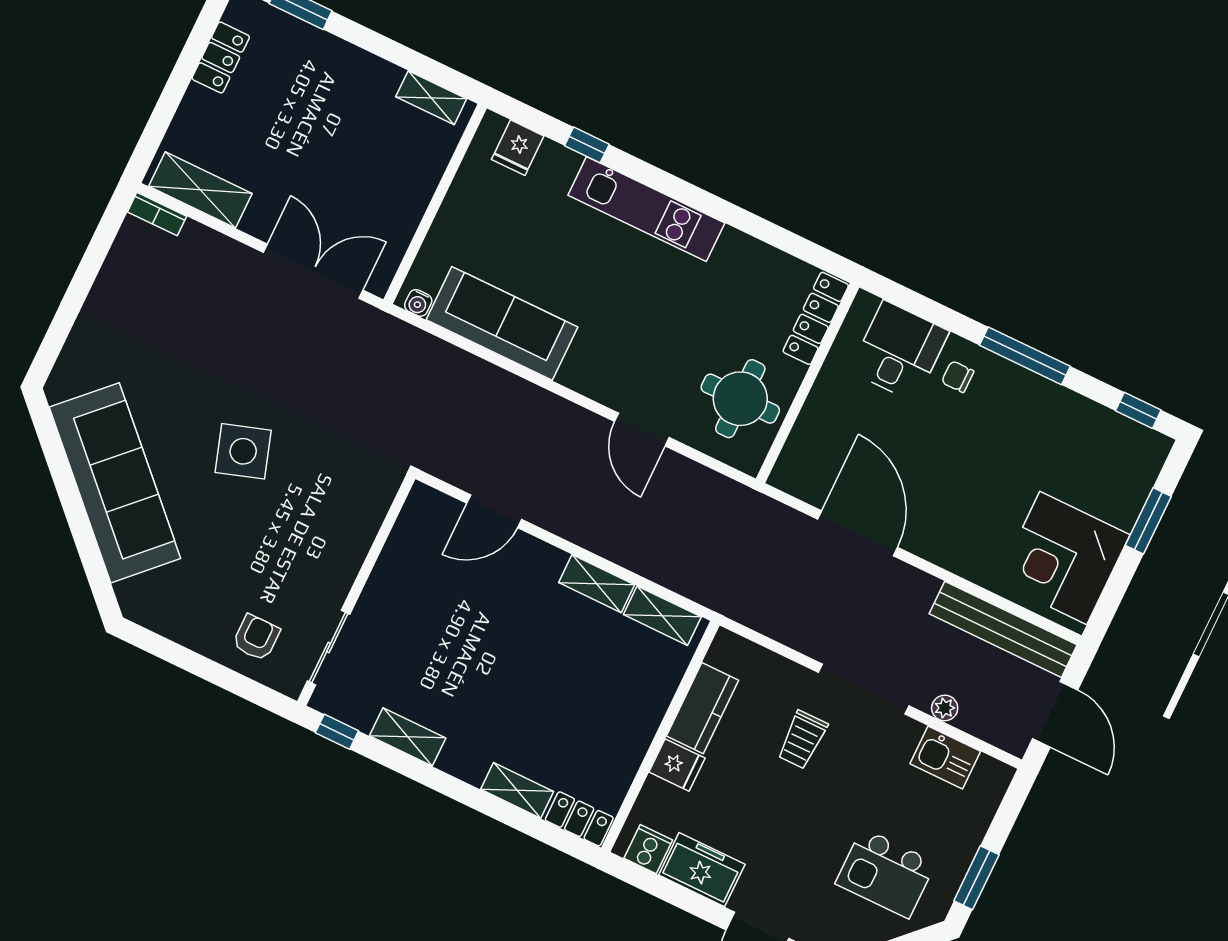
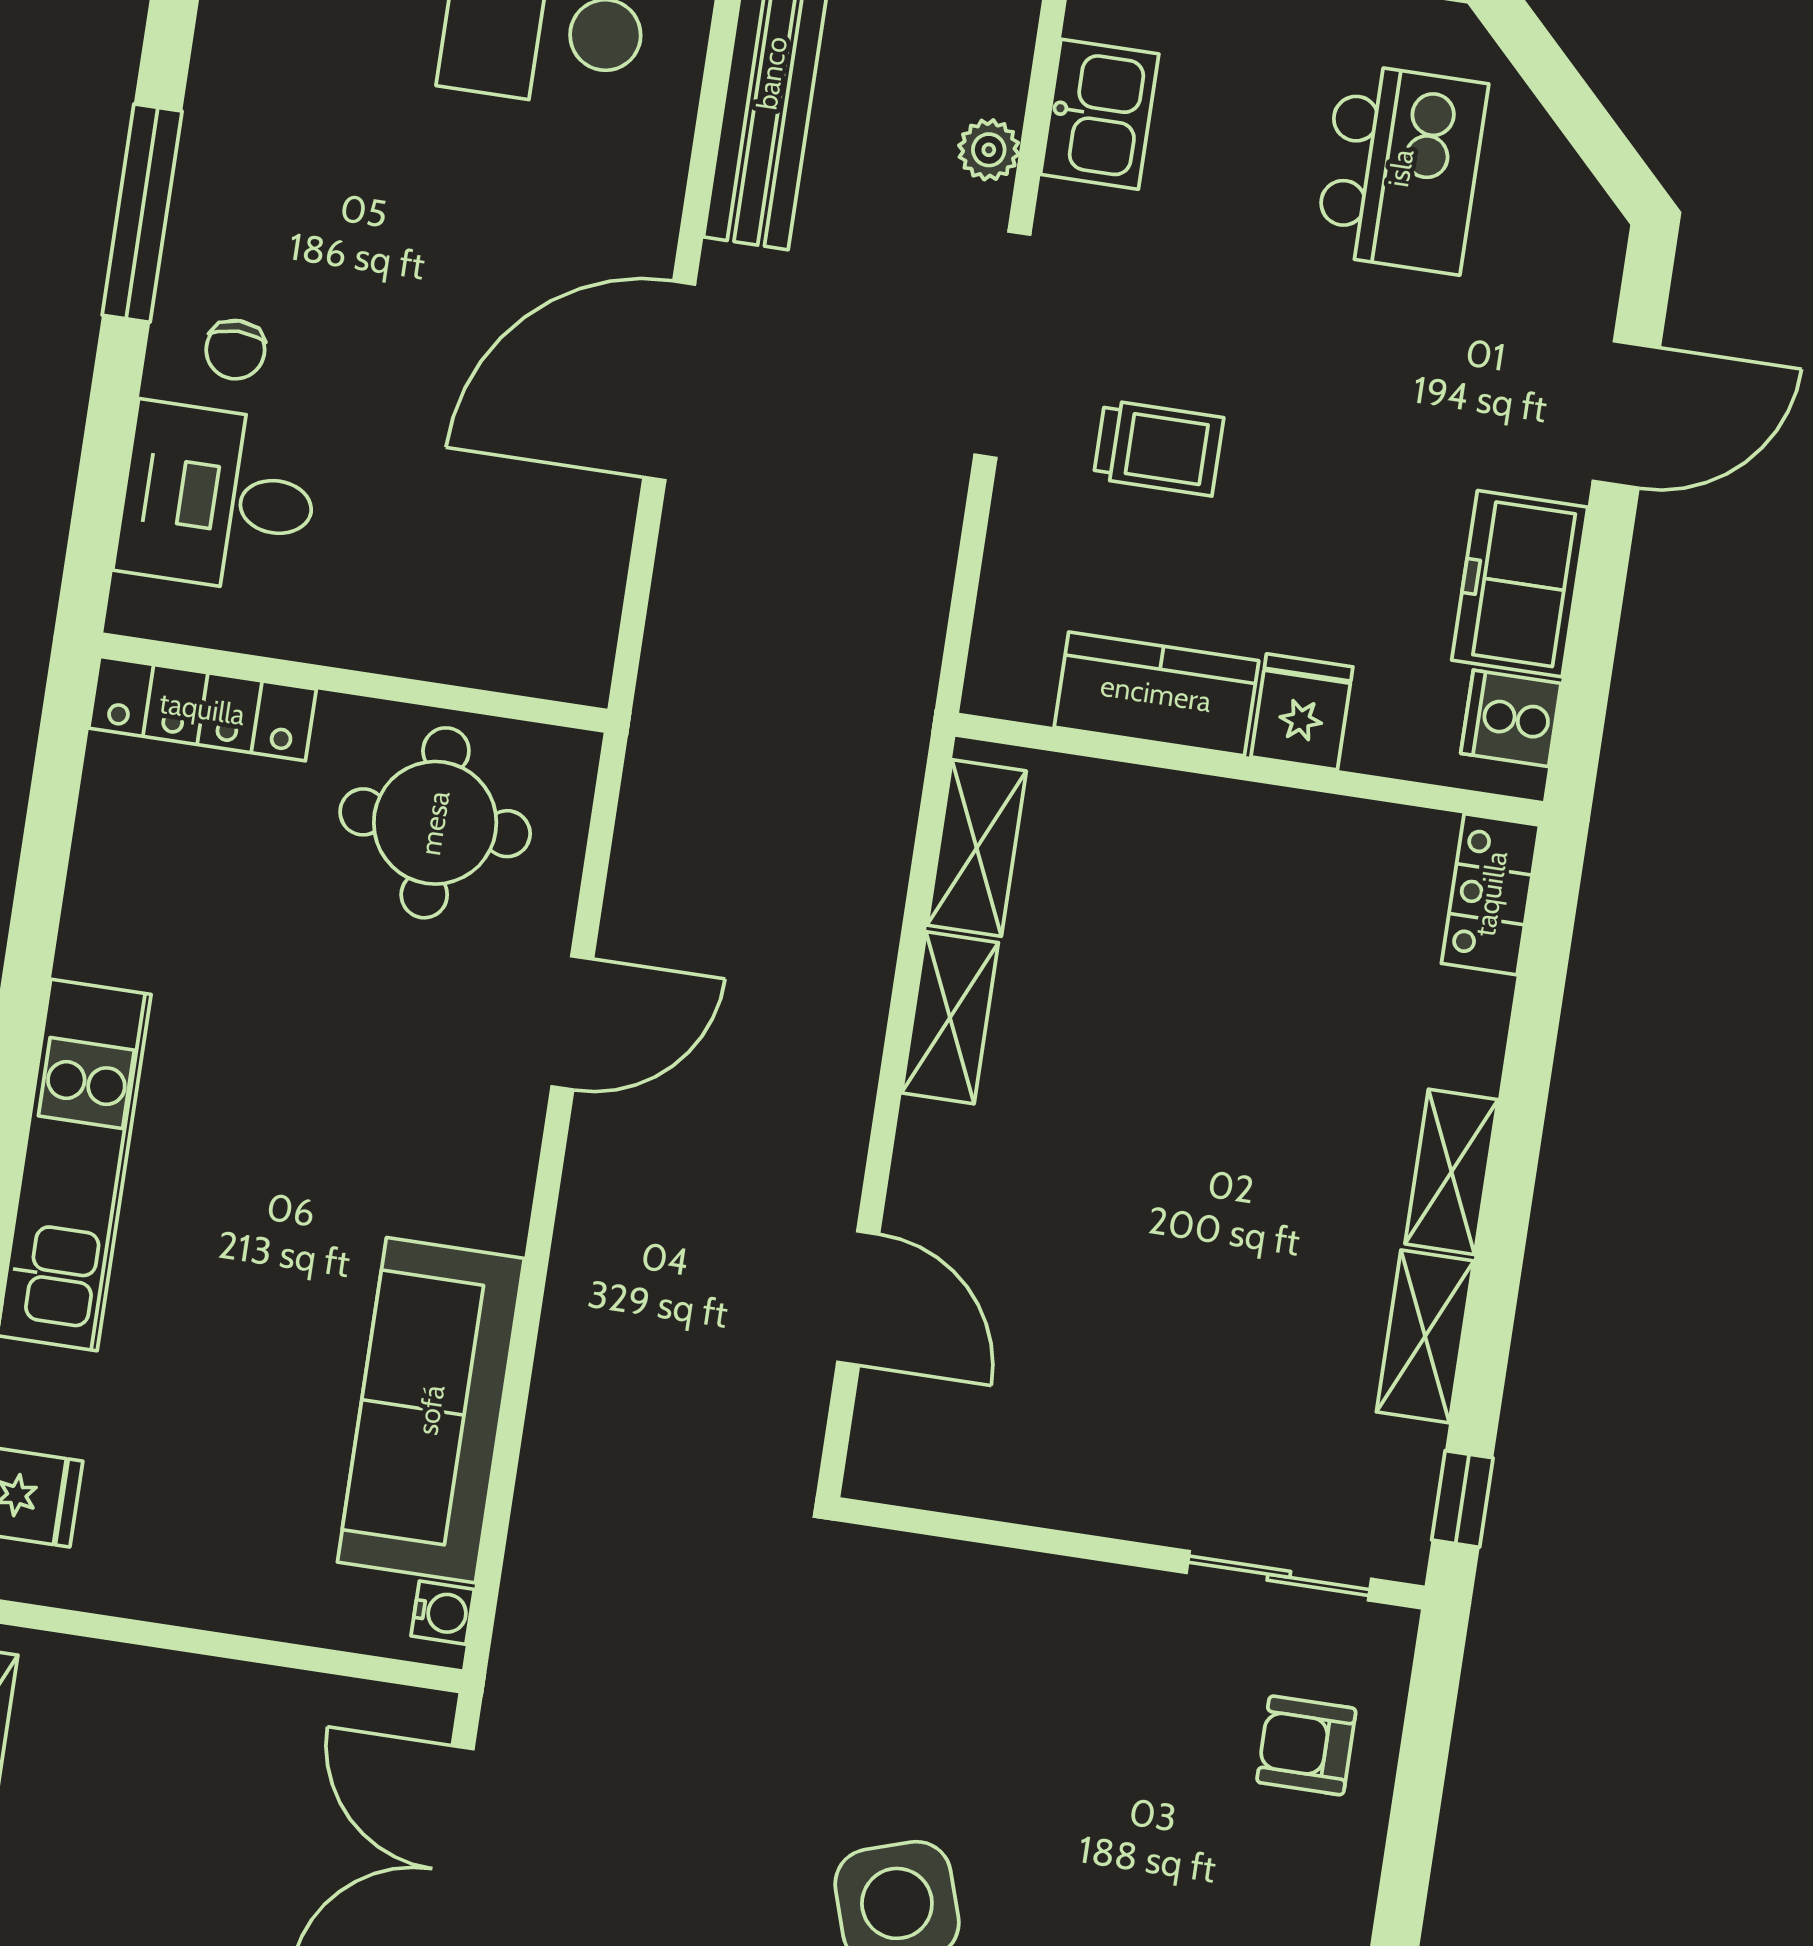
door: (858, 533) -> (669, 381), moved
shelving: (517, 790) -> (1452, 1172), moved

